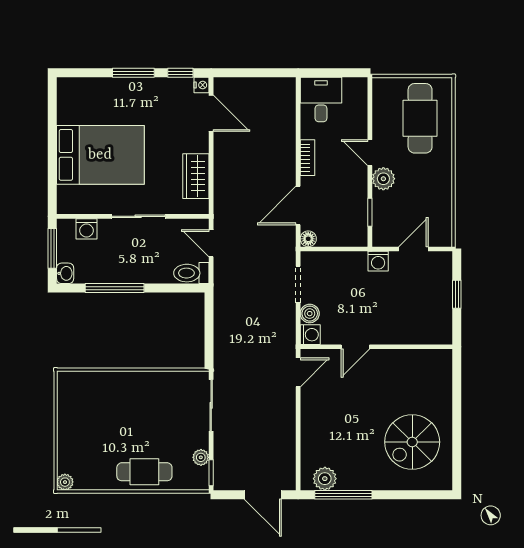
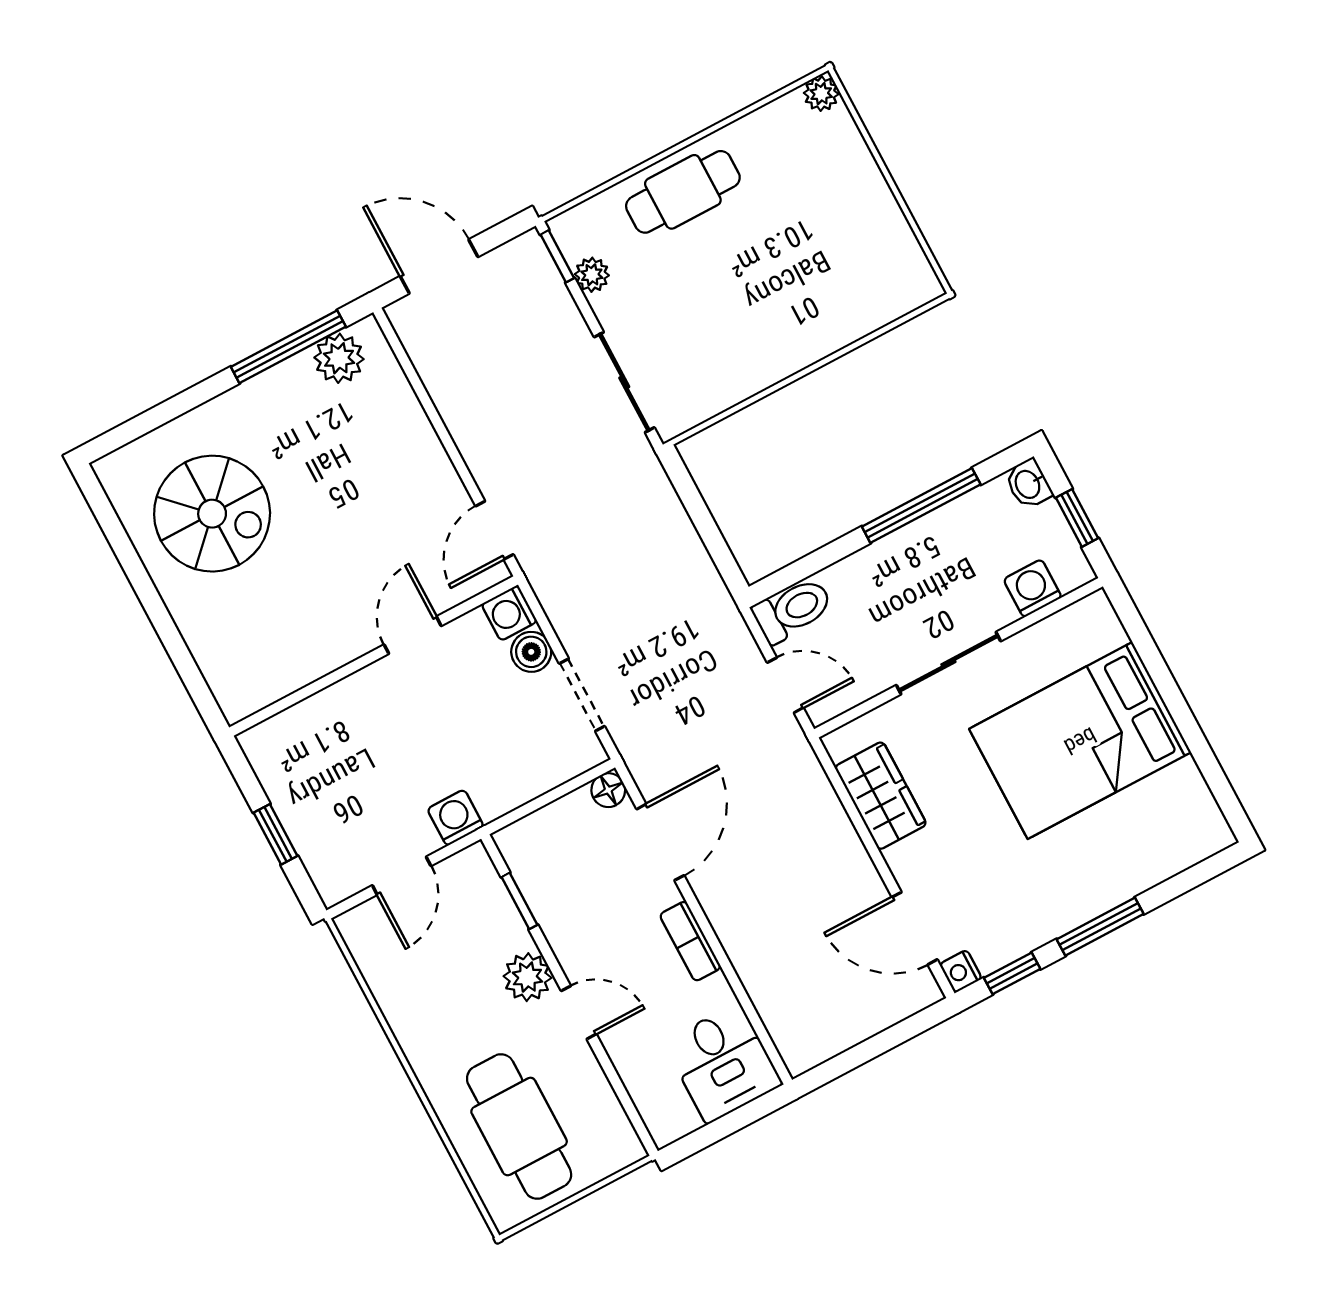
window: (52, 248) -> (1077, 518), width x0.67
spiral stairs: (412, 442) -> (212, 514), turned 90

